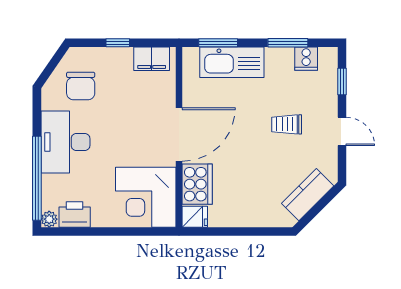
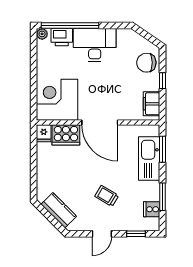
chair: (81, 86) -> (146, 63), moved
trolley: (287, 124) -> (107, 196), turned -59
printer: (75, 215) -> (62, 37), moved, turned 90

